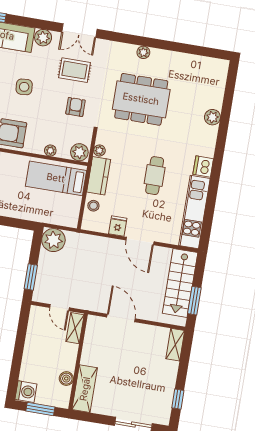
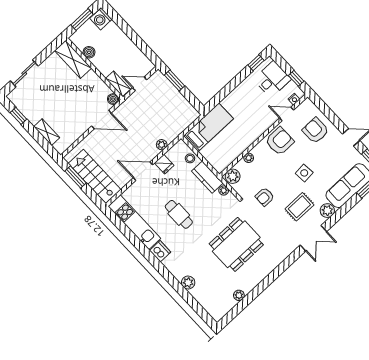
double door: (79, 31) -> (313, 238), swing flipped
plant: (143, 52) -> (239, 295), moved
rug: (75, 70) -> (299, 207), moved
armchair: (75, 107) -> (265, 197), turned 90
bed: (56, 178) -> (208, 127), moved
plant: (53, 240) -> (162, 145), moved, width x0.53, depth x0.53
boiler: (93, 322) -> (113, 99), added
shelving: (175, 345) -> (47, 132), moved

